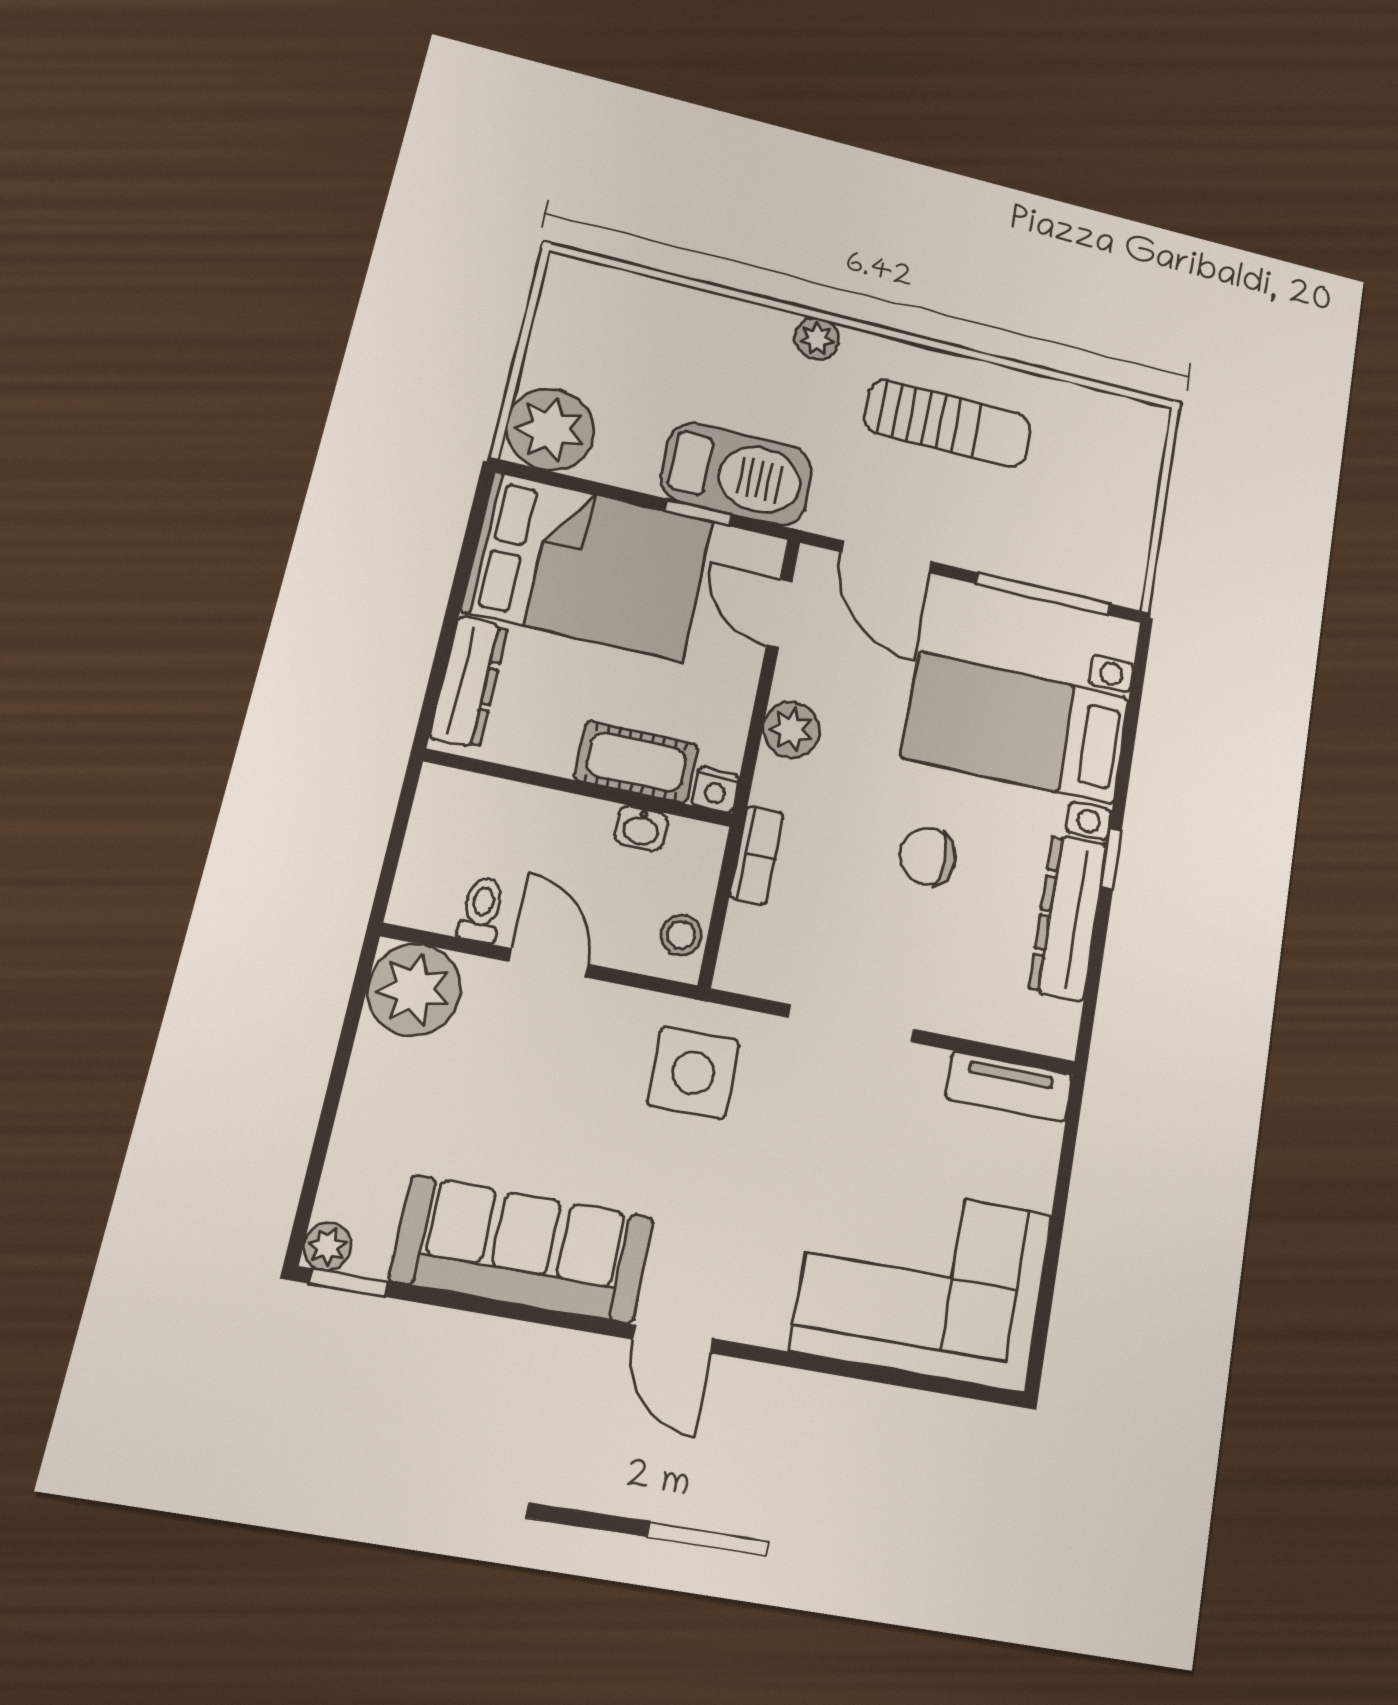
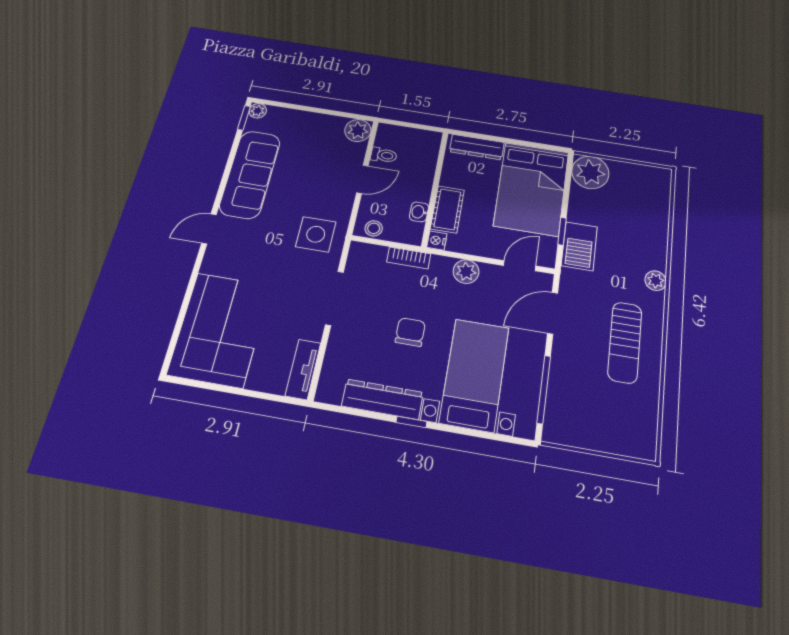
barbecue: (737, 474) -> (579, 246), width x0.73, depth x0.83
plant: (414, 990) -> (358, 130), width x0.73, depth x0.73

